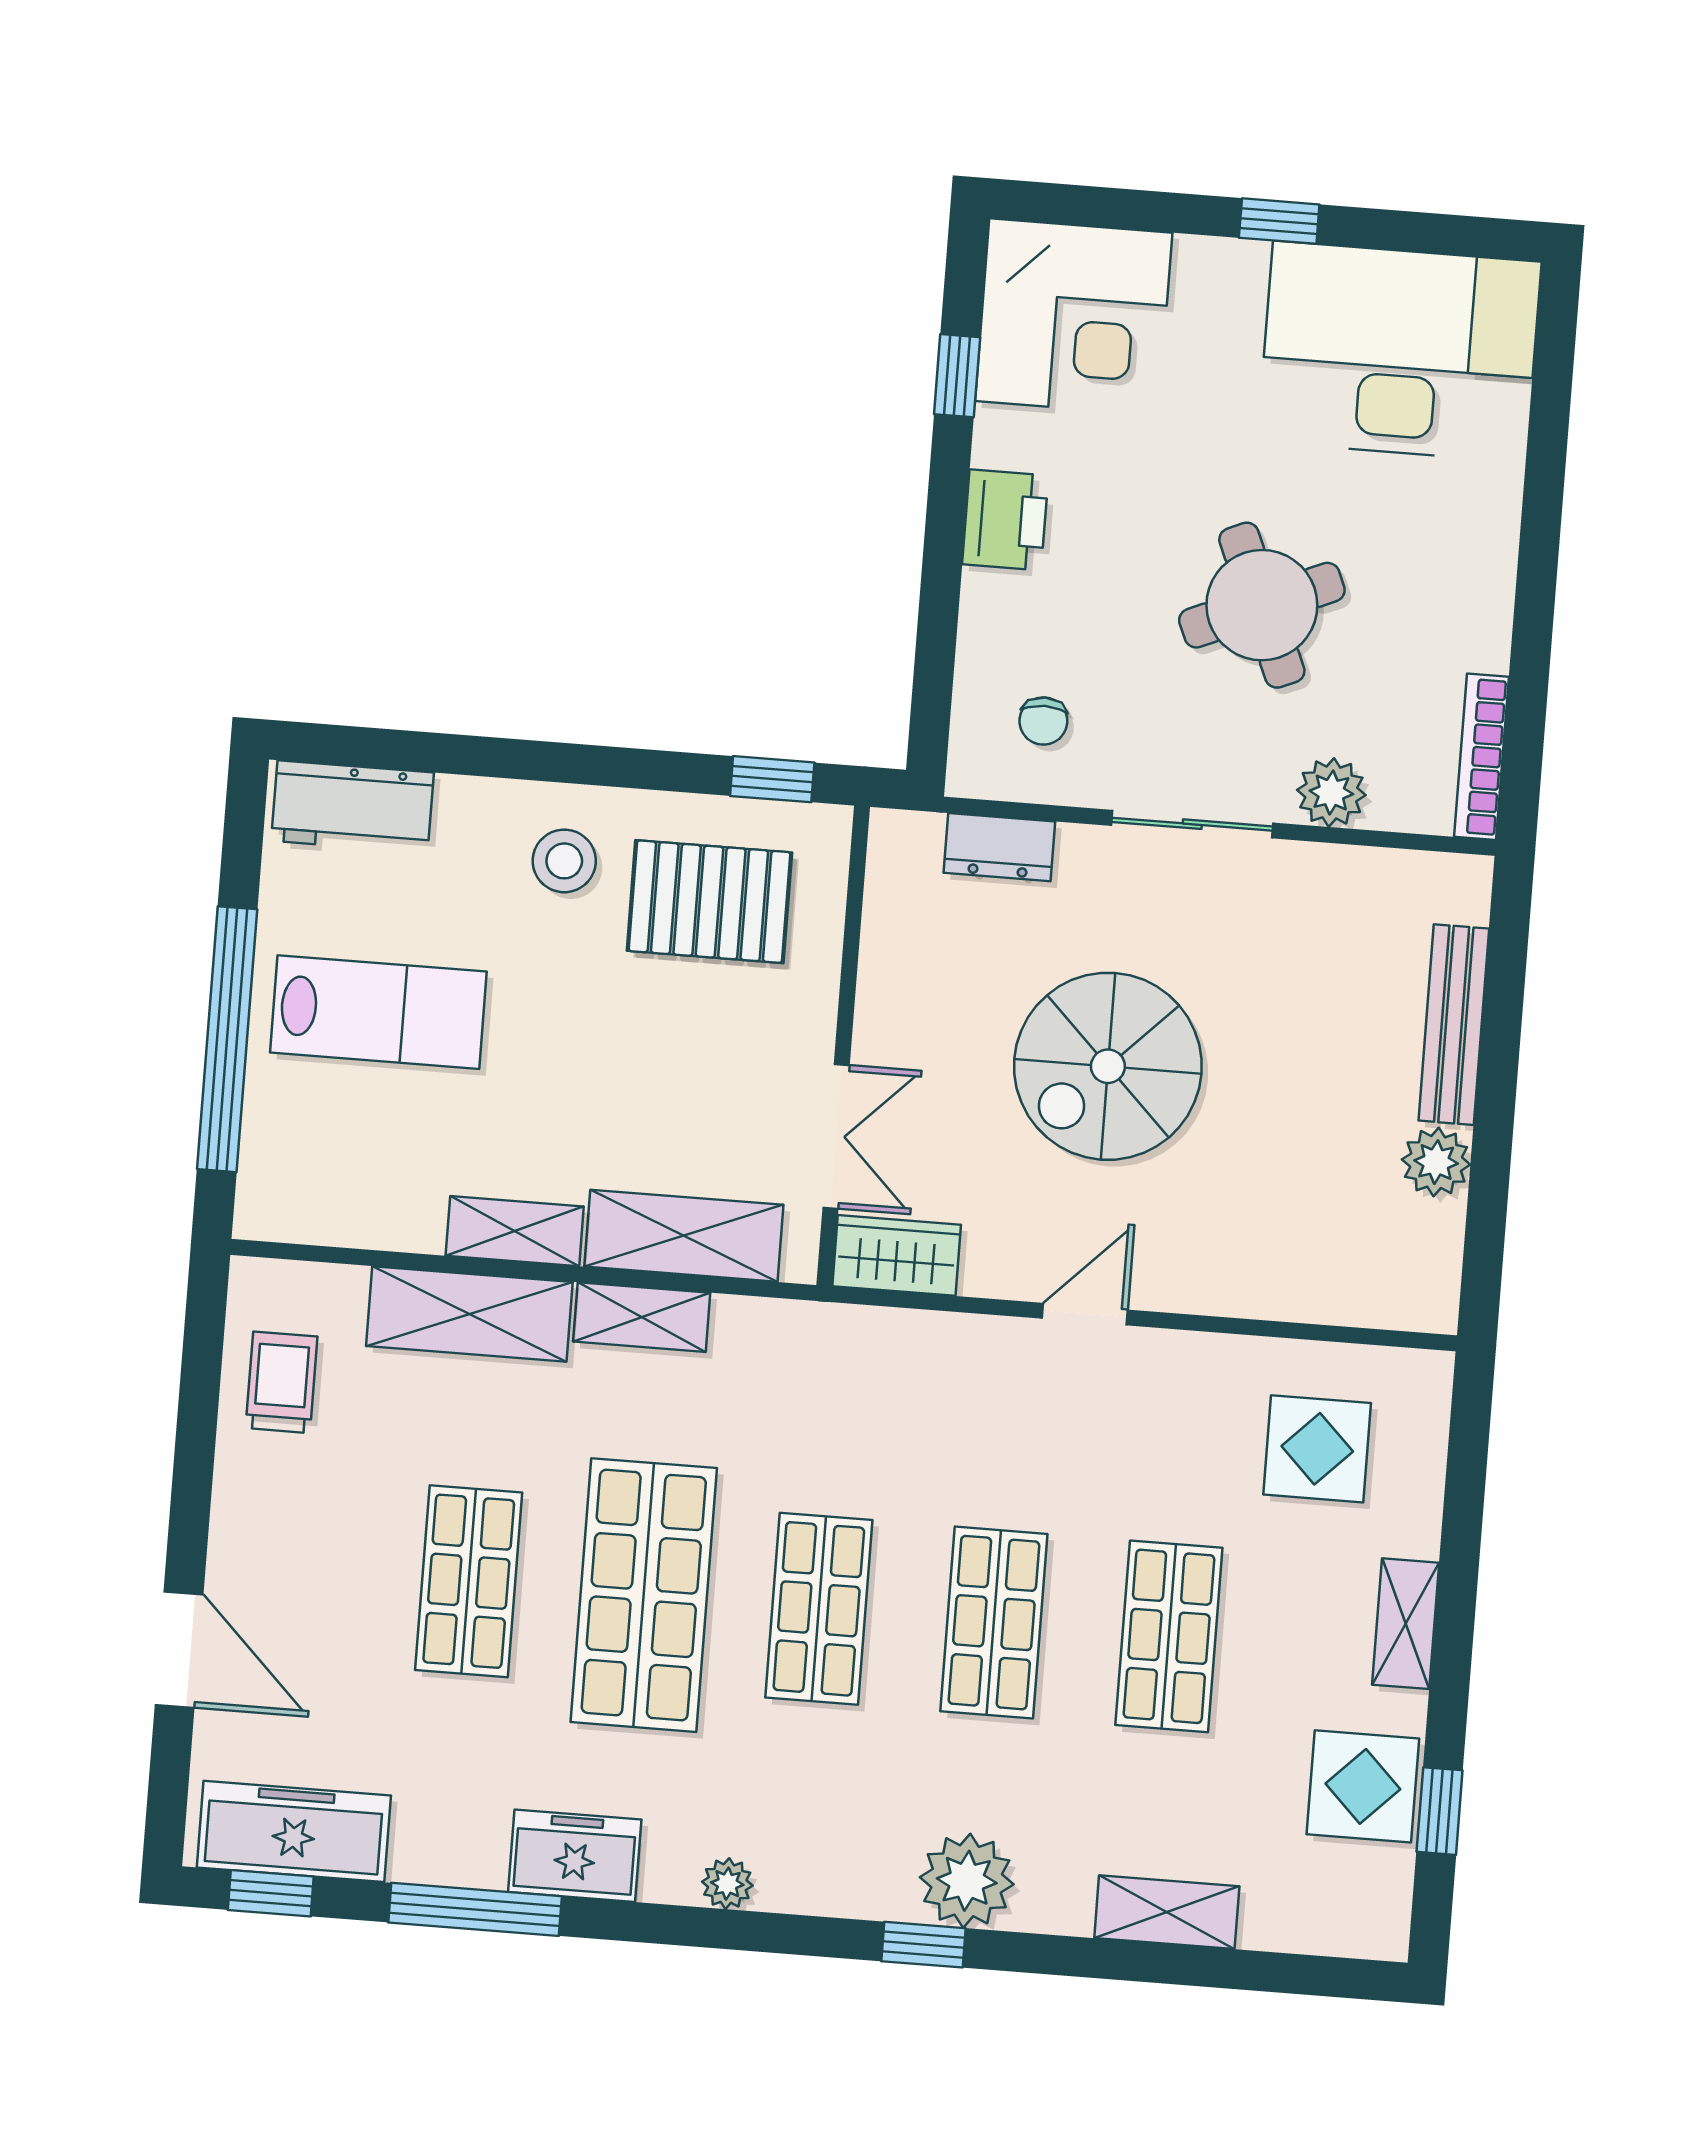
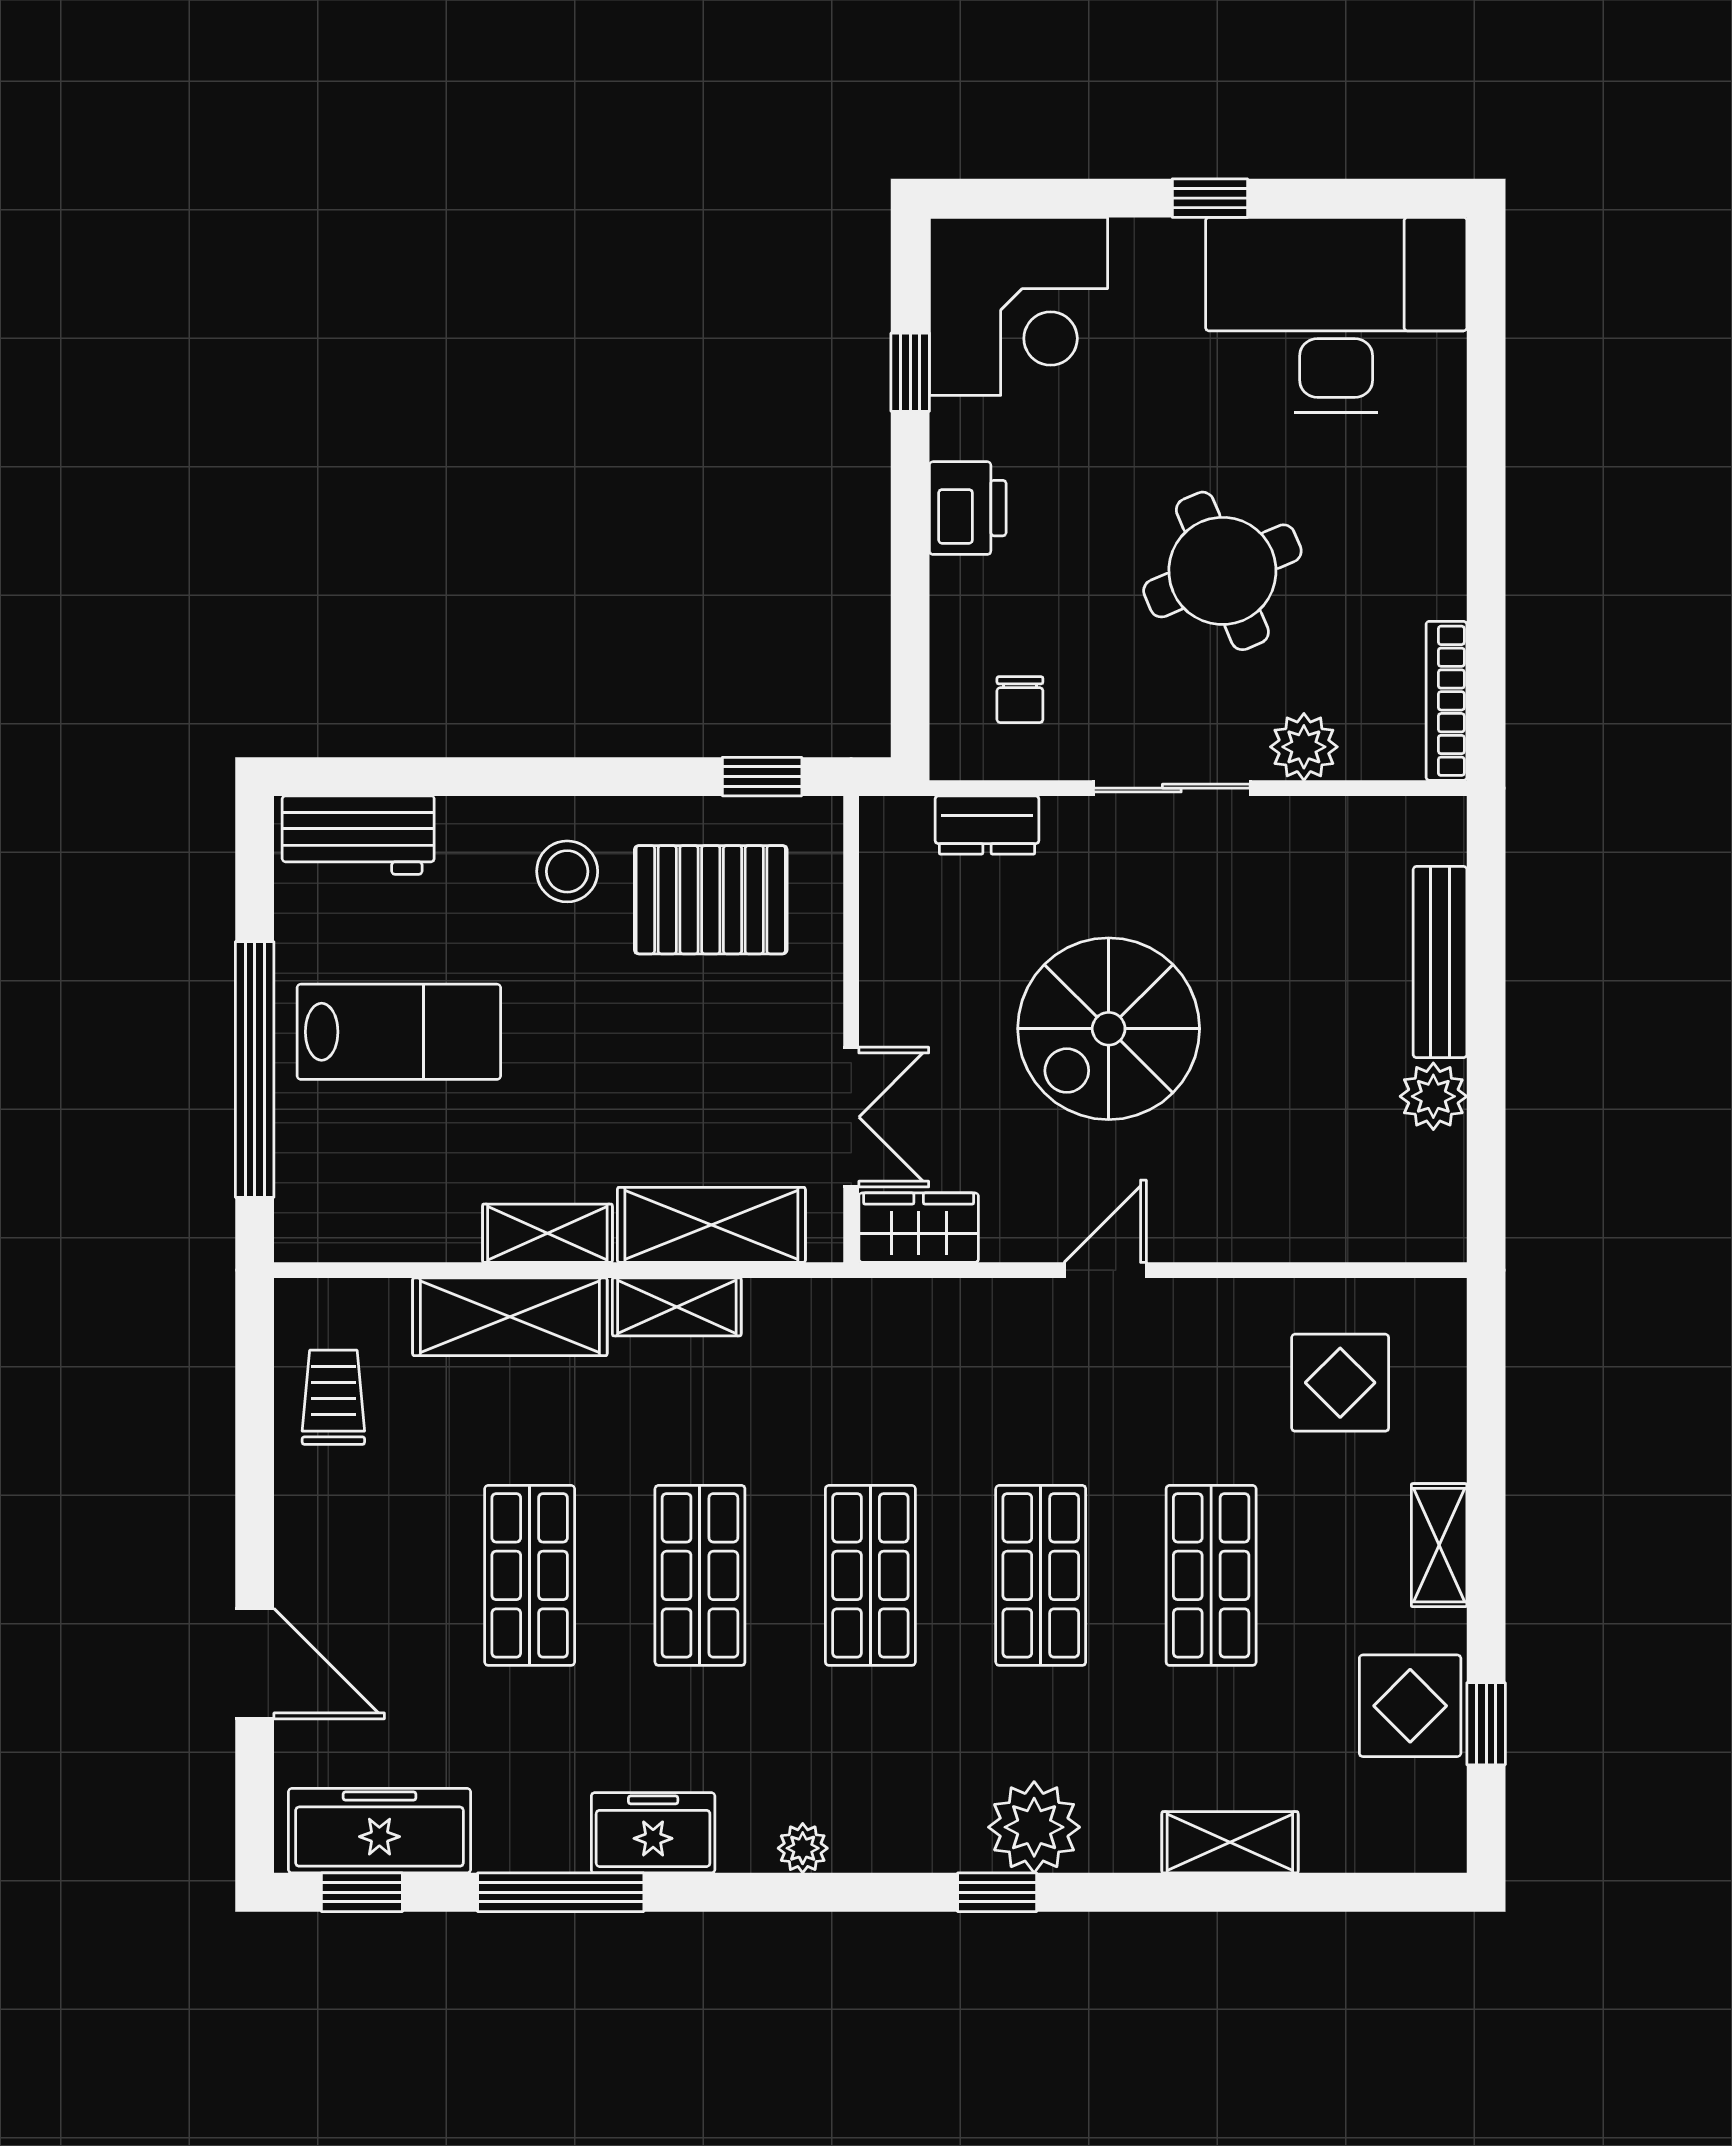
shop shelf: (644, 1595) -> (700, 1575), width x0.70, depth x0.74

